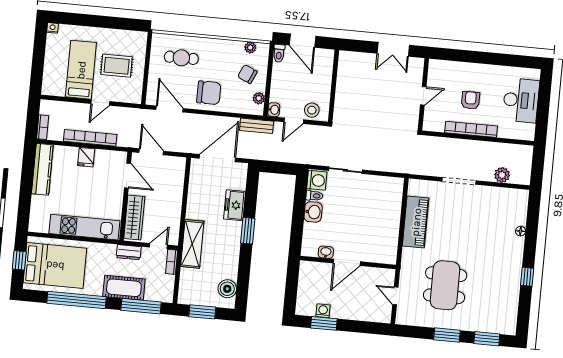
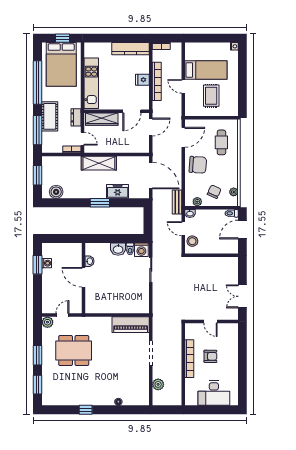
chair: (209, 93) -> (198, 165), turned -86
piano: (416, 222) -> (131, 325), moved
shelving: (192, 244) -> (99, 163), moved
plant: (403, 317) -> (47, 322), added

